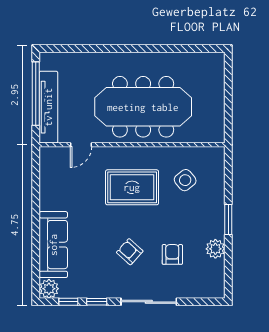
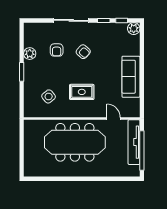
door: (81, 145) -> (114, 119), hinge flipped
rug: (132, 187) -> (82, 92), width x0.73, depth x0.70
sofa: (53, 245) -> (131, 77), moved

